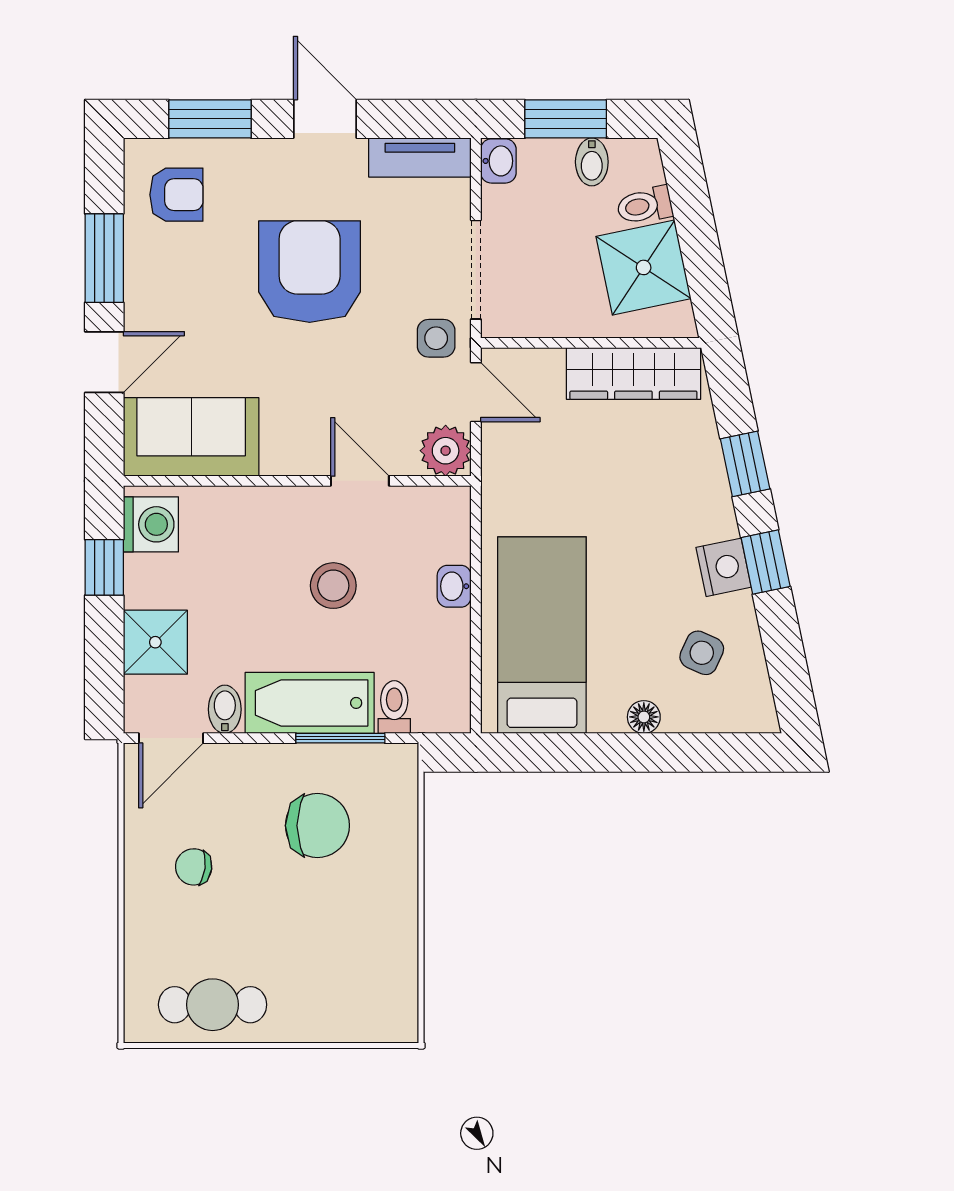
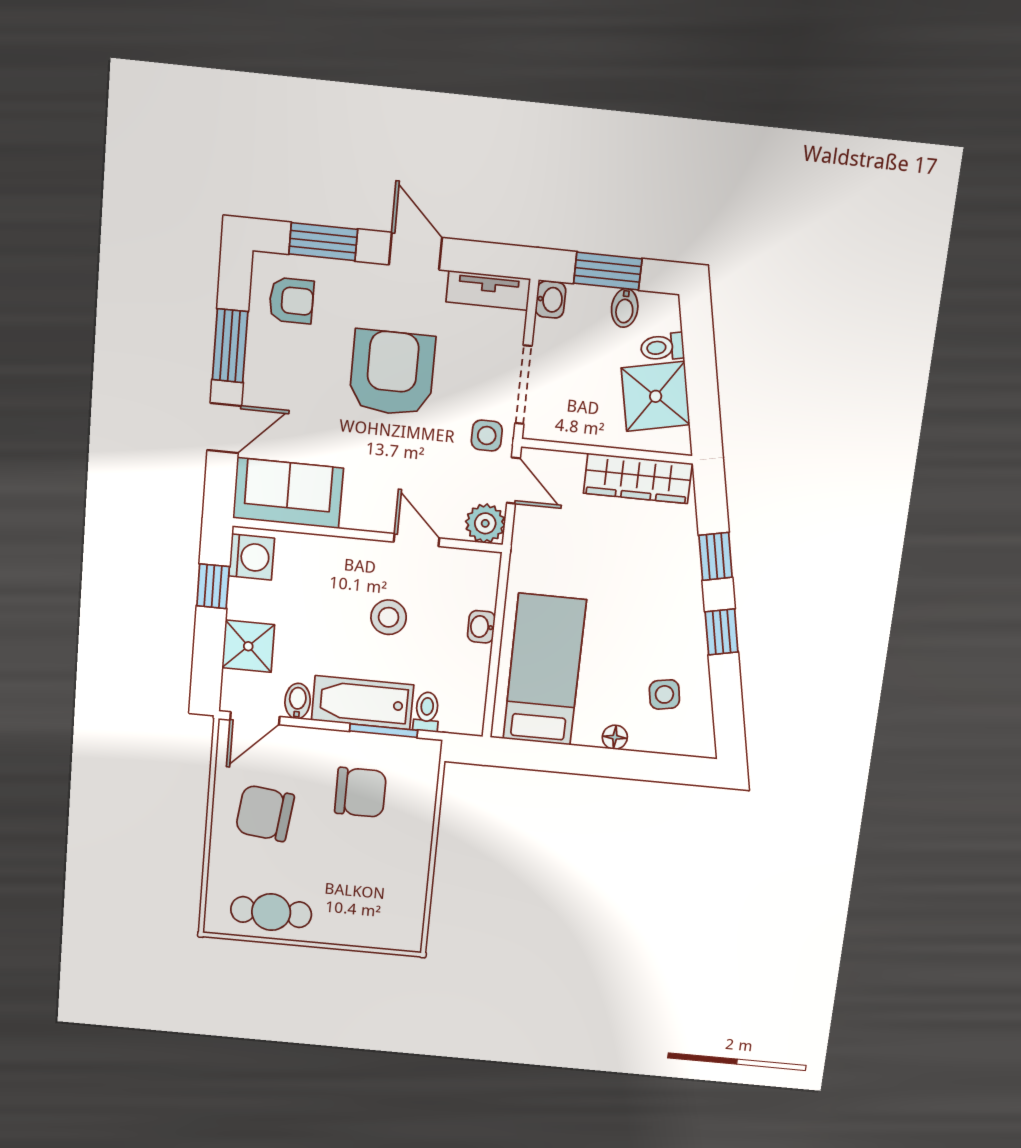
nightstand: (724, 567) -> (689, 633), removed
side table: (702, 653) -> (664, 694), turned -34
chair: (194, 867) -> (265, 813), width x1.87, depth x1.87

